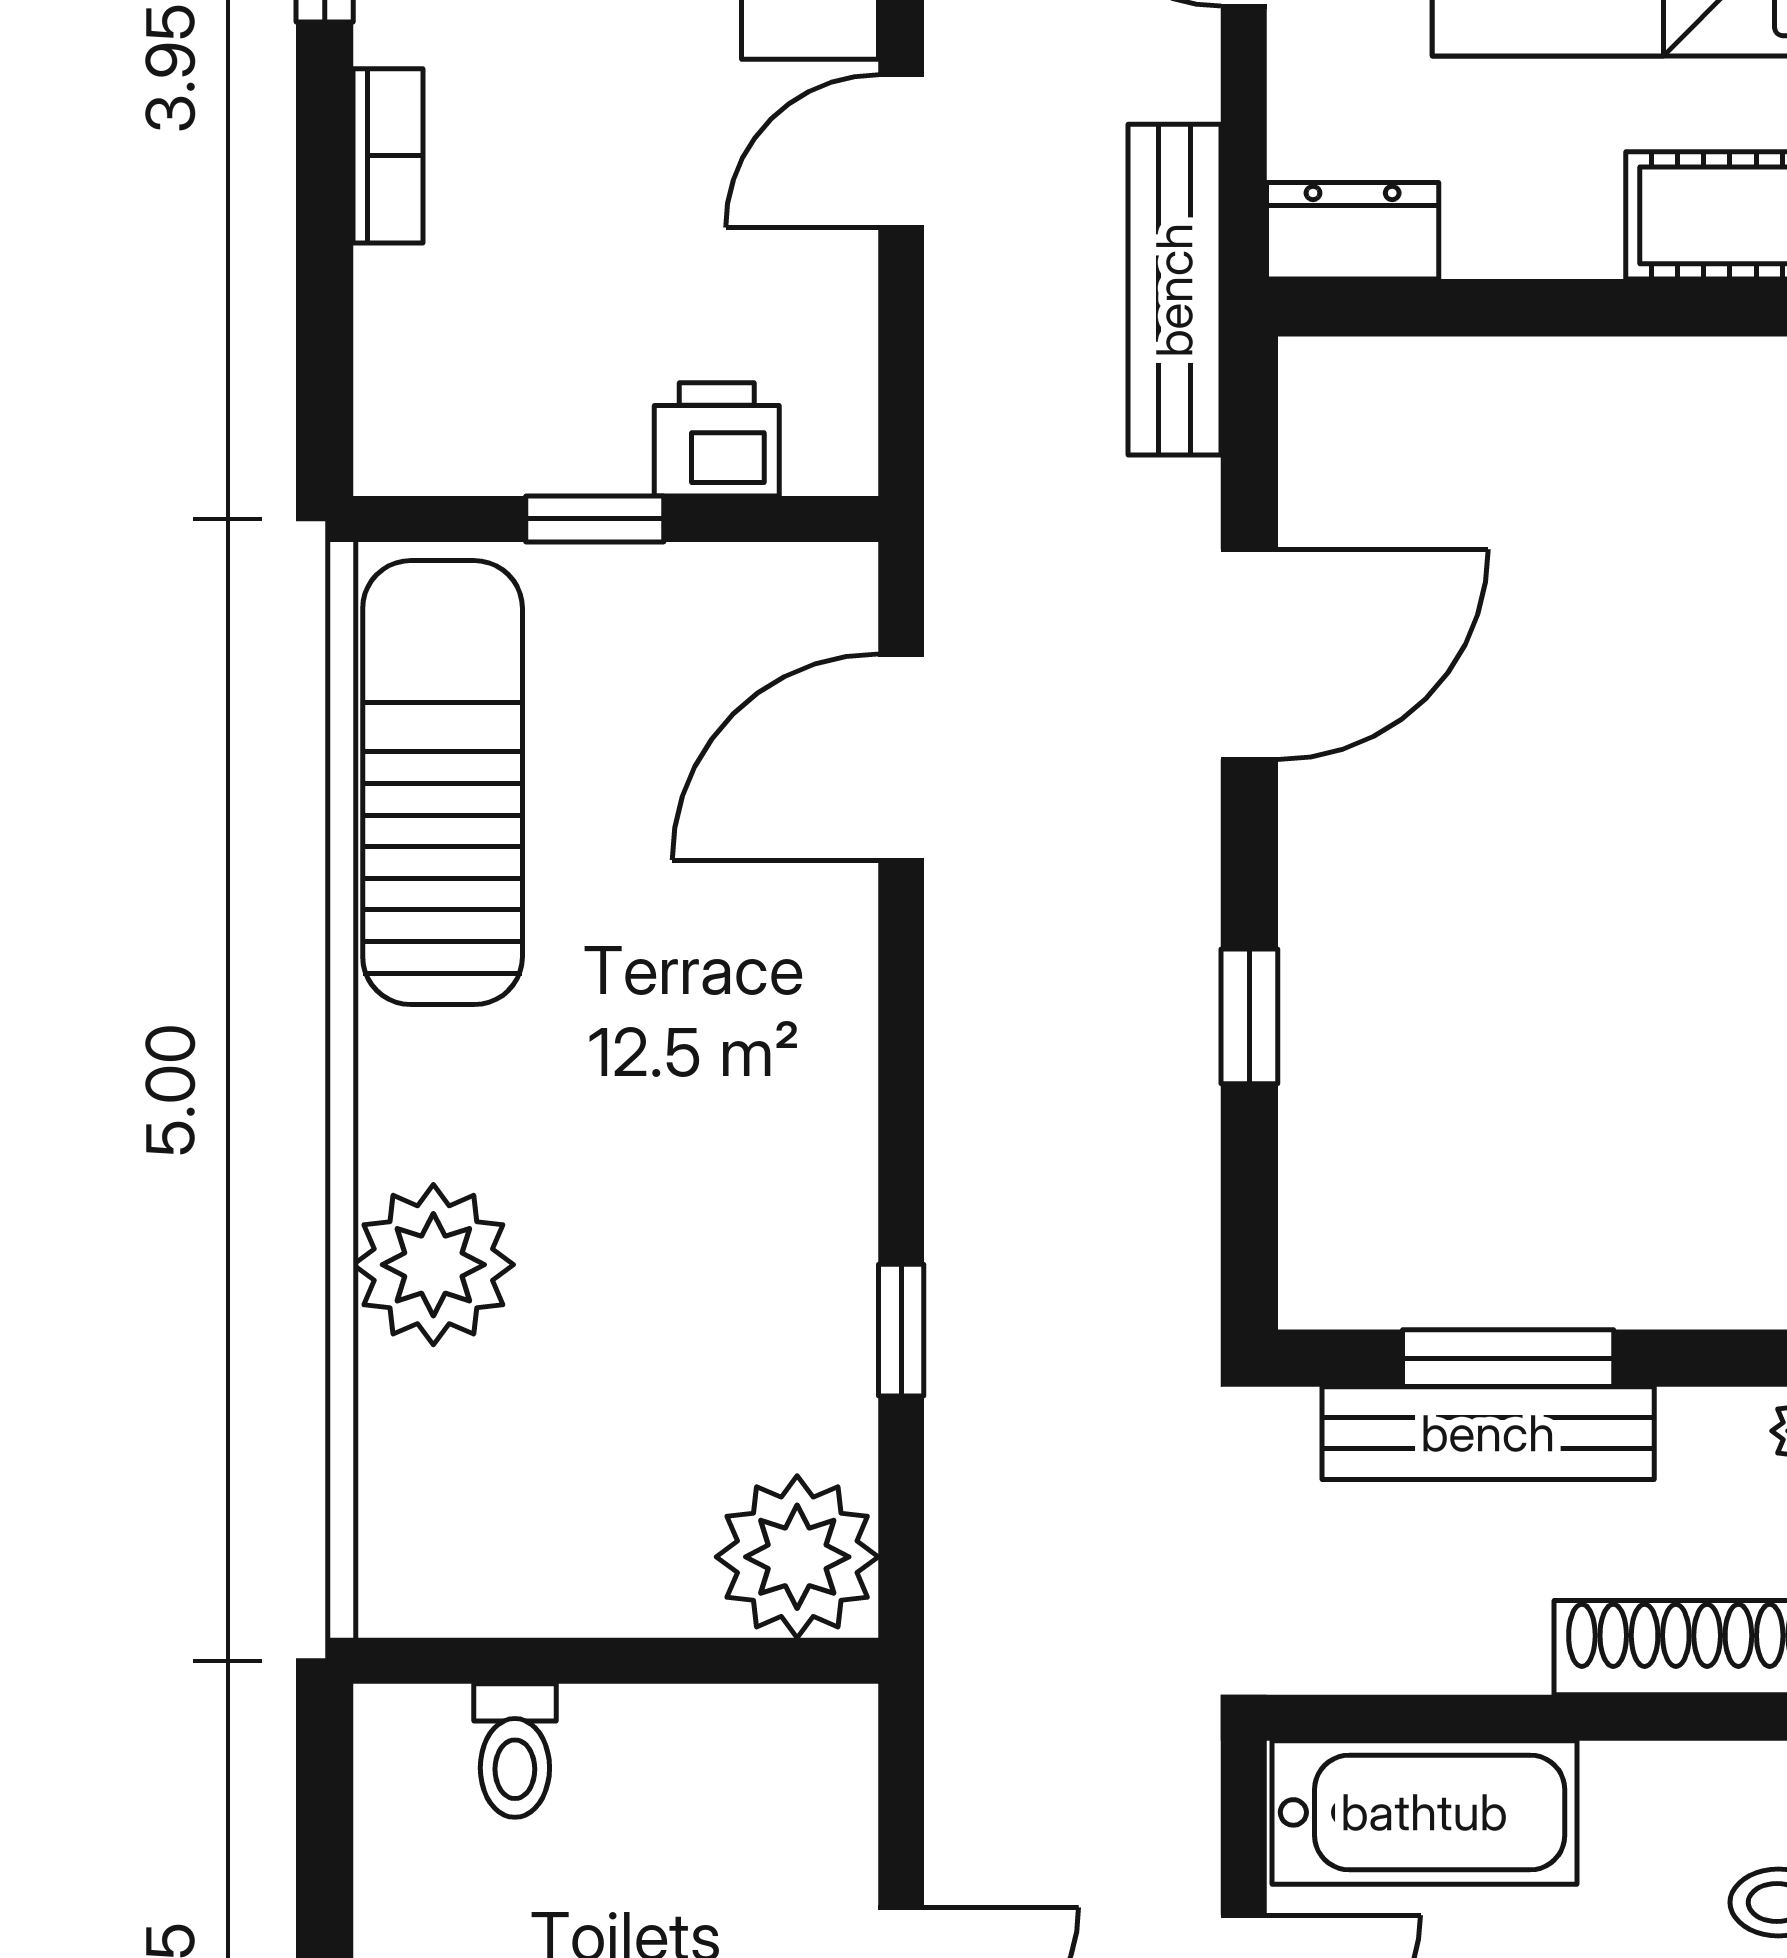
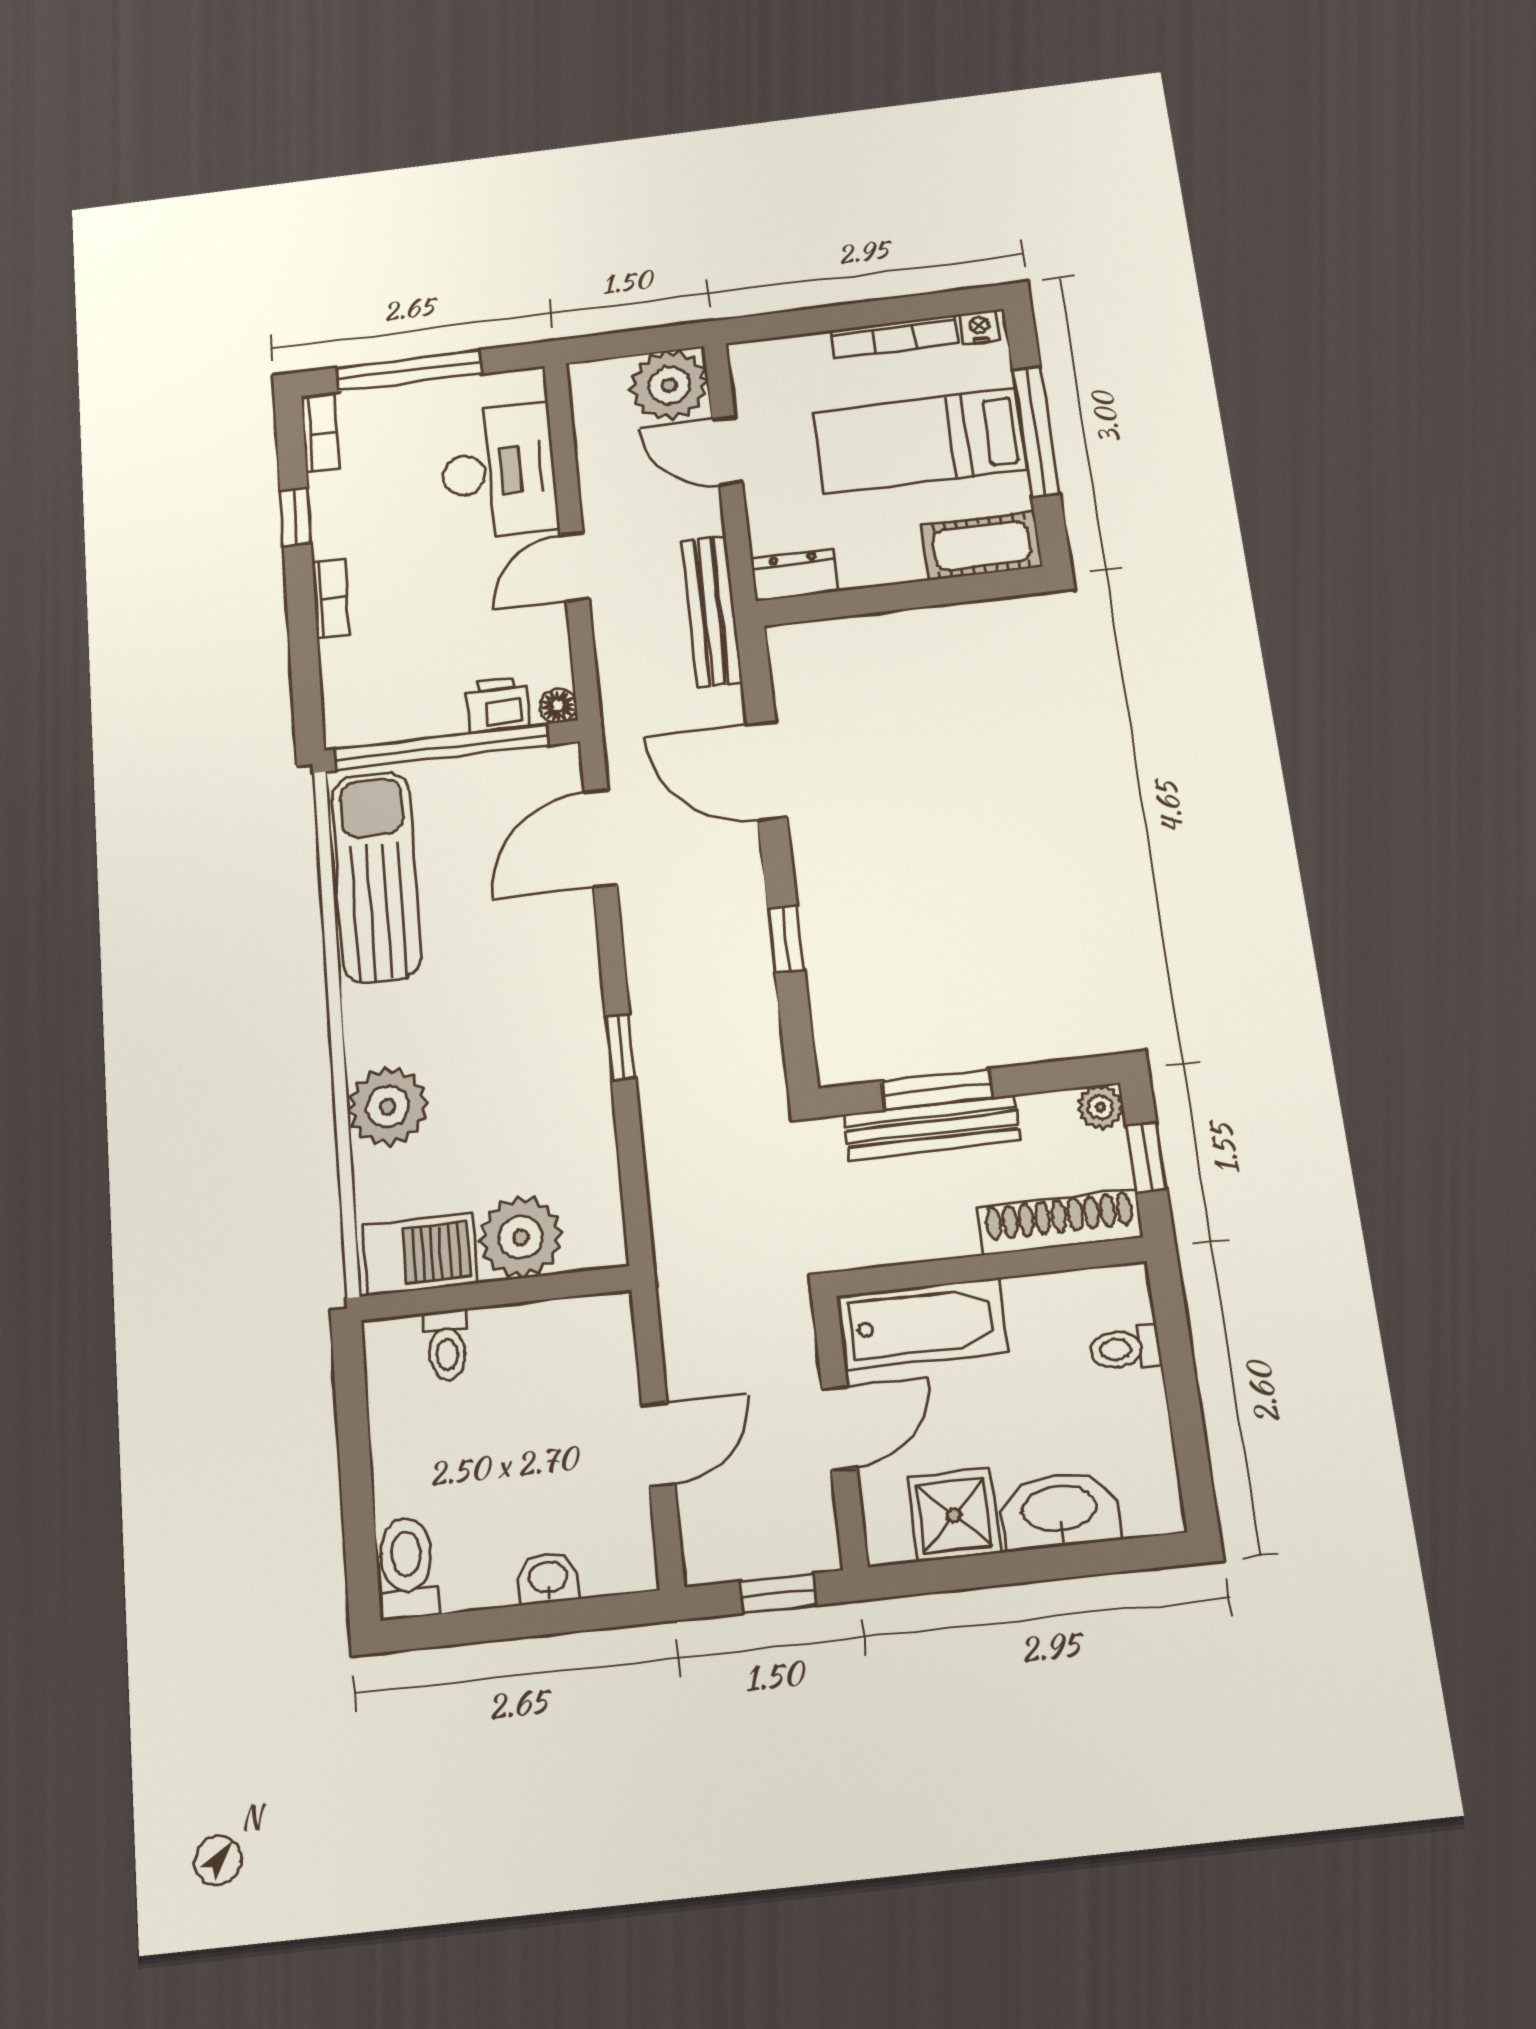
floor lamp: (840, 458) -> (558, 706), added
window: (595, 519) -> (442, 747), width x3.17
door: (1249, 654) -> (767, 770), swing flipped
window: (901, 1330) -> (620, 1047), moved
plant: (797, 1557) -> (521, 1237), moved
barbecue: (476, 1568) -> (420, 1254), added

